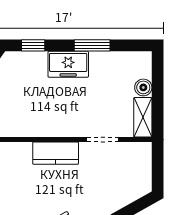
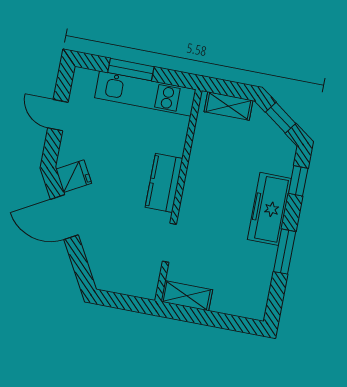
freezer: (68, 64) -> (269, 209), width x1.40
boiler: (143, 87) -> (222, 303), removed

